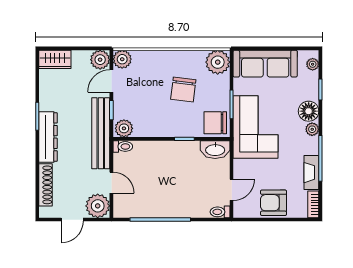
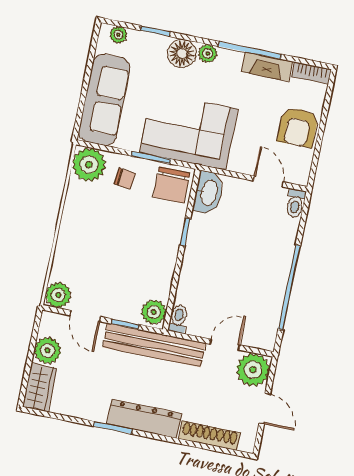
plant: (100, 60) -> (48, 350), moved
chair: (183, 89) -> (125, 179), moved, width x0.54, depth x0.54

